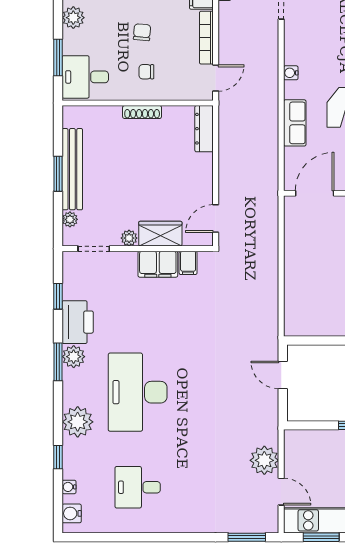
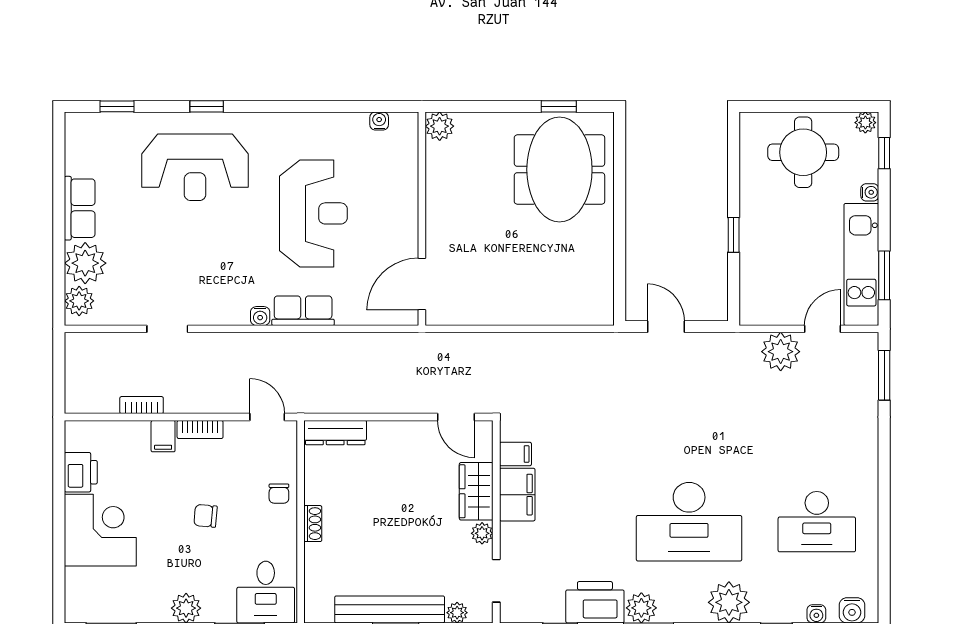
bookcase: (206, 38) -> (200, 429), width x0.64
chair: (146, 72) -> (279, 494), moved
shoe rack: (142, 112) -> (313, 524), width x0.70
row of seats: (295, 123) -> (303, 311), moved
door: (315, 193) -> (422, 284), hinge flipped
door: (283, 375) -> (666, 327), swing flipped
desk: (138, 487) -> (817, 522), width x1.37

